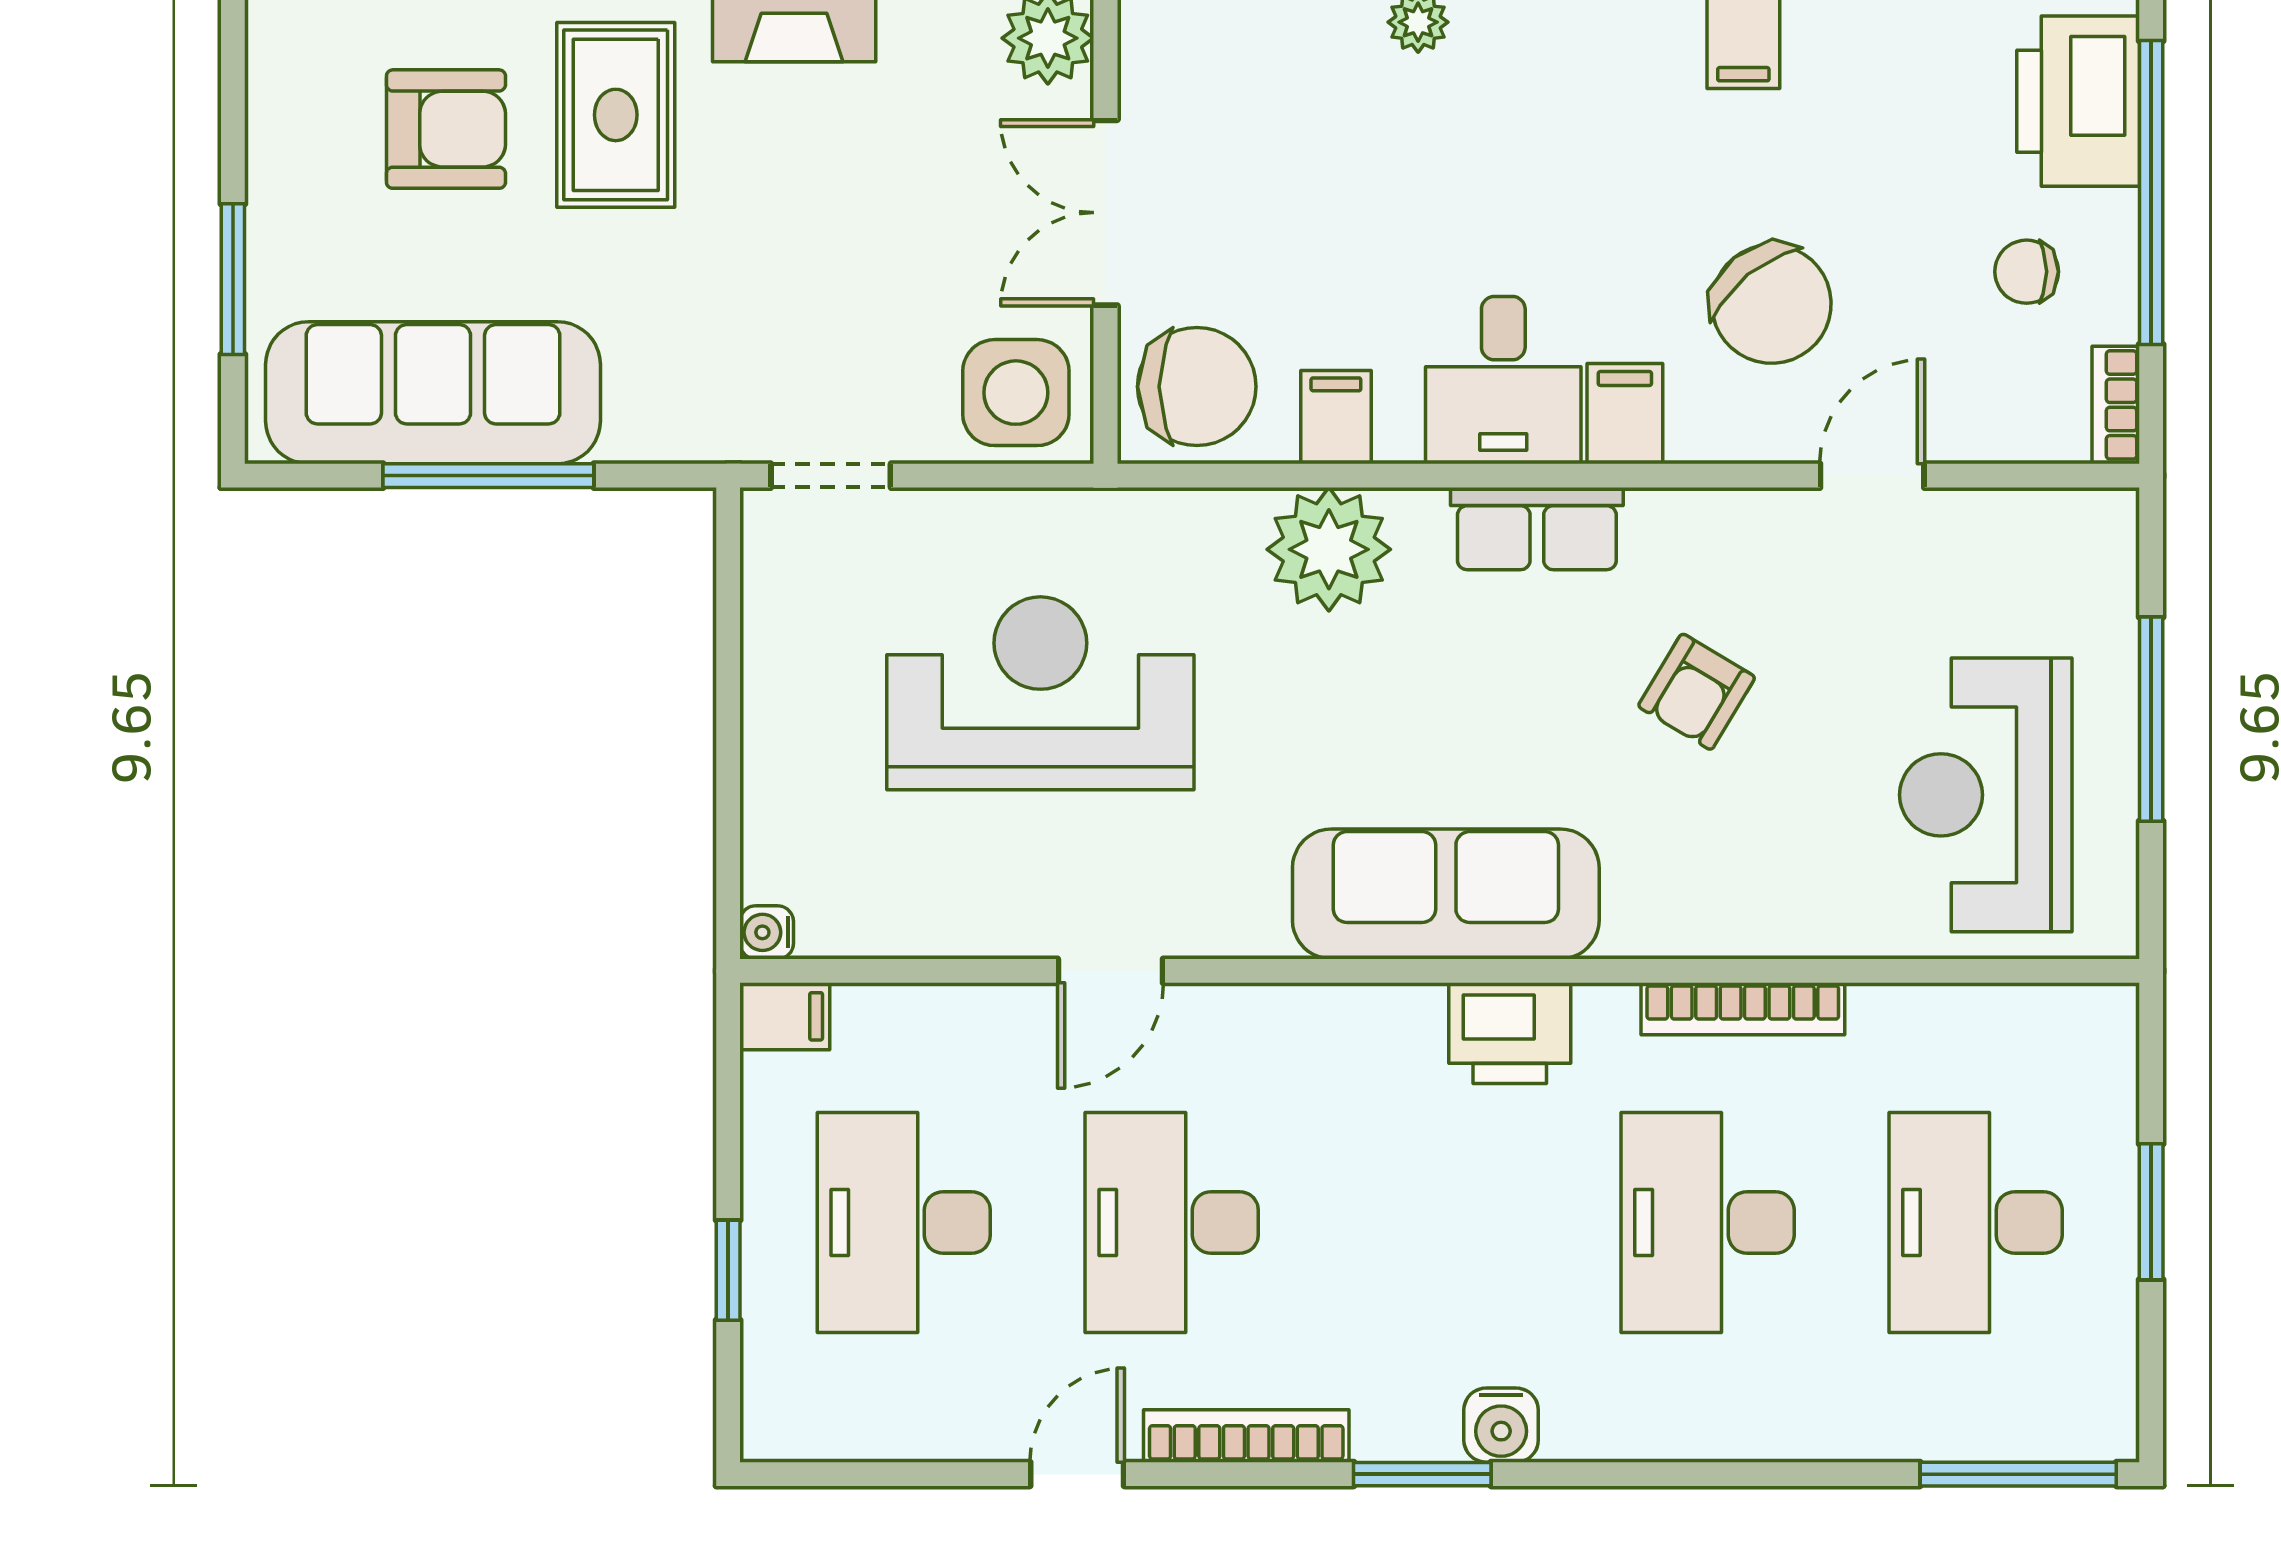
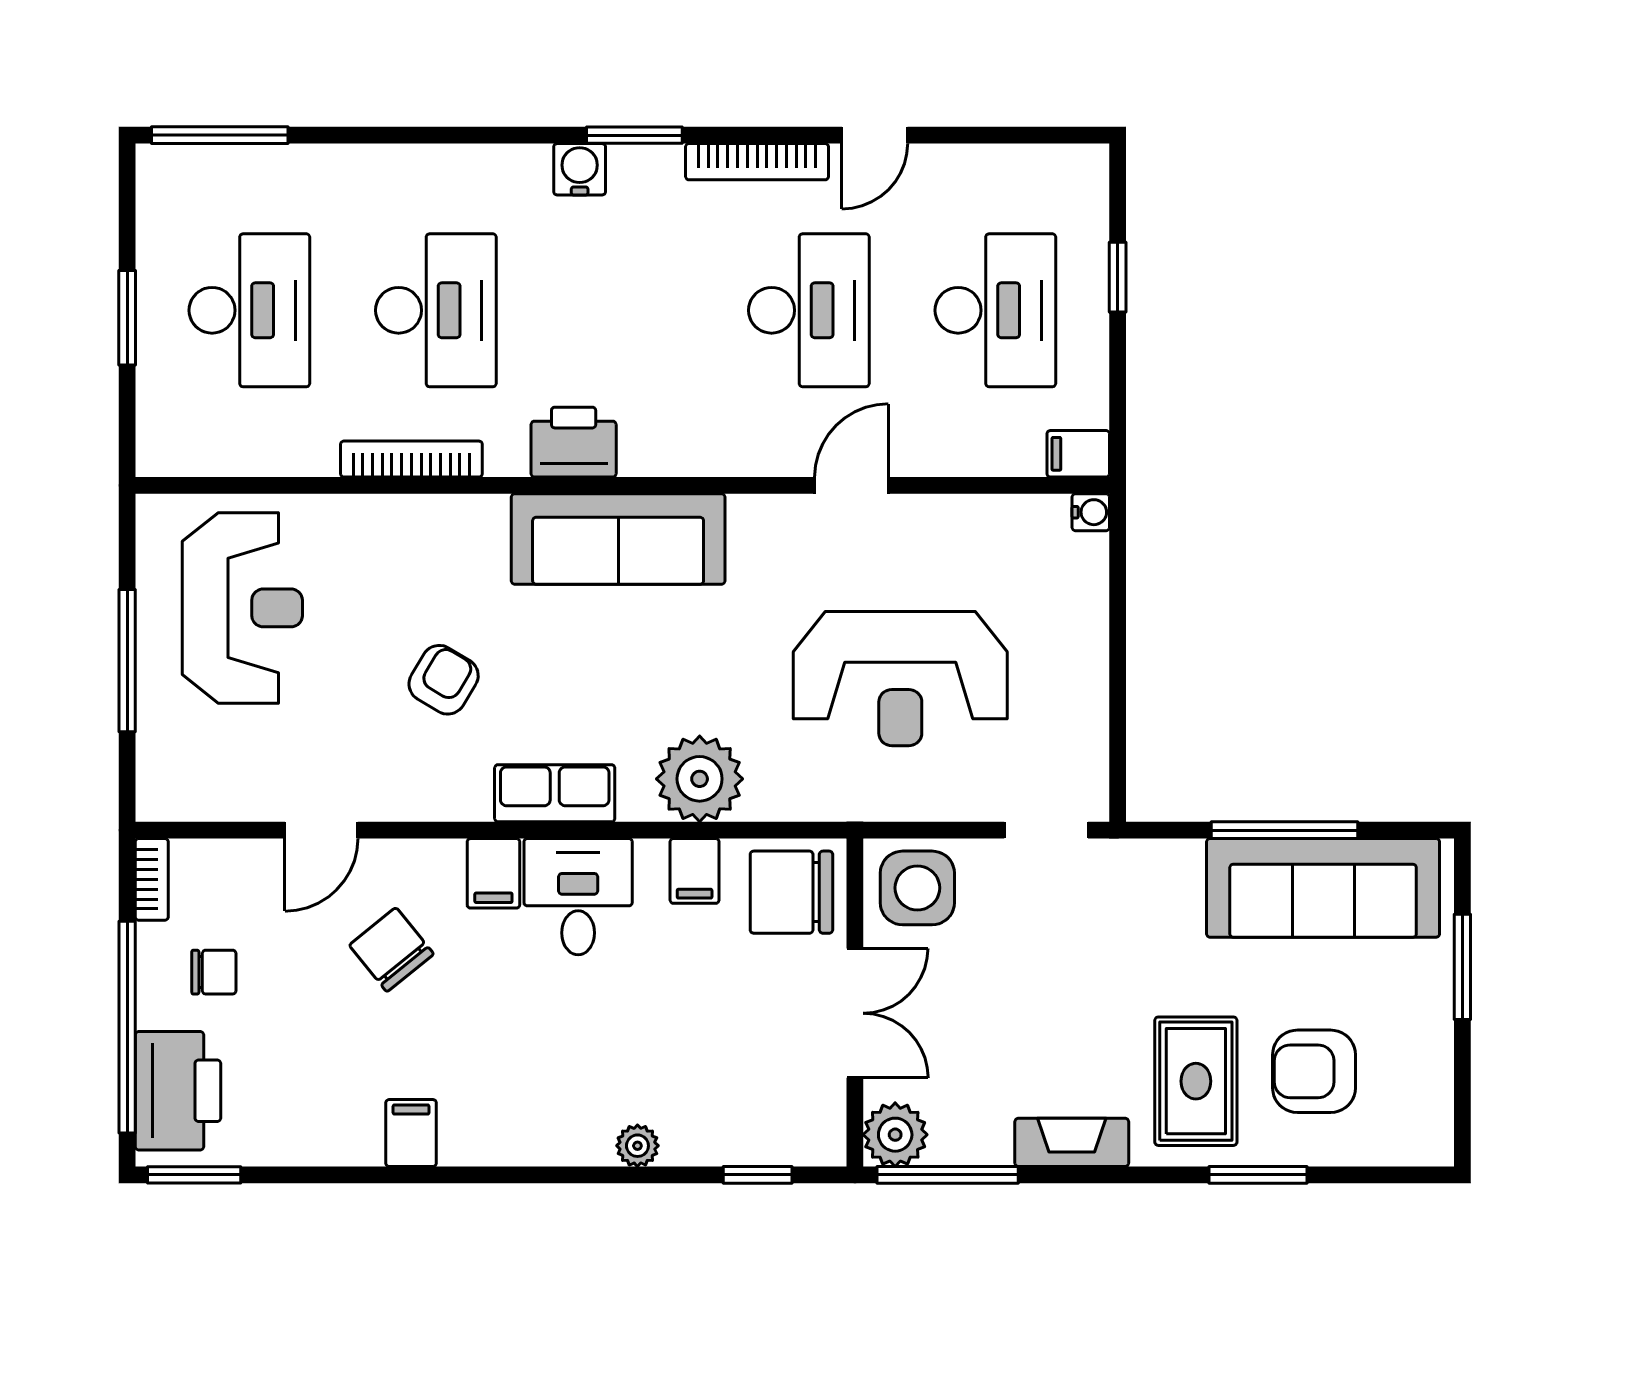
chair: (1771, 304) -> (391, 950), width x0.73, depth x0.73

